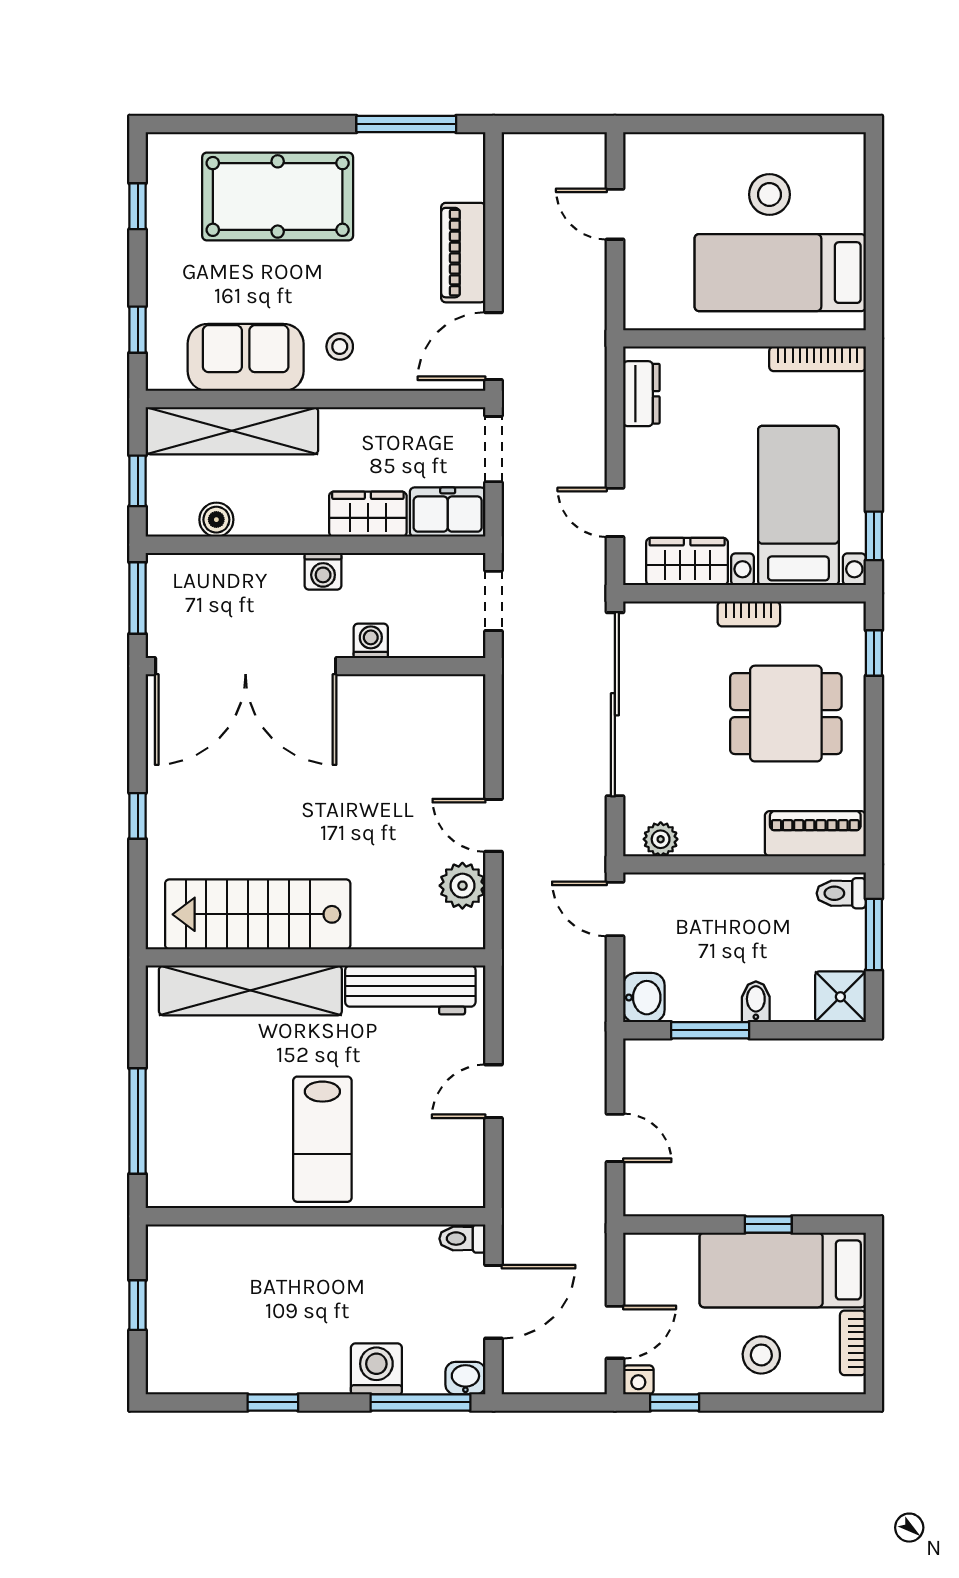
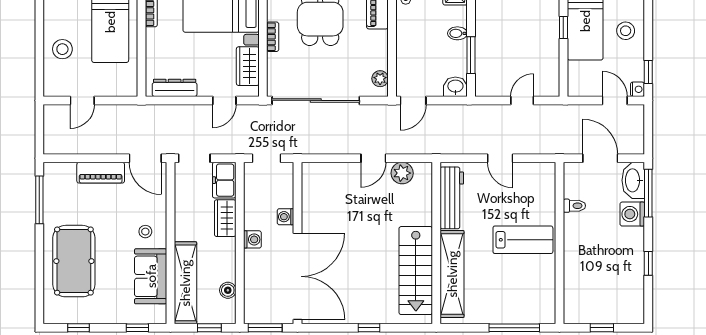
stool: (769, 194) -> (62, 49), moved
dresser: (641, 394) -> (175, 88), width x1.44
toilet: (462, 1239) -> (574, 206), moved, turned -90
washbasin: (465, 1378) -> (633, 180), width x1.91, depth x1.45

